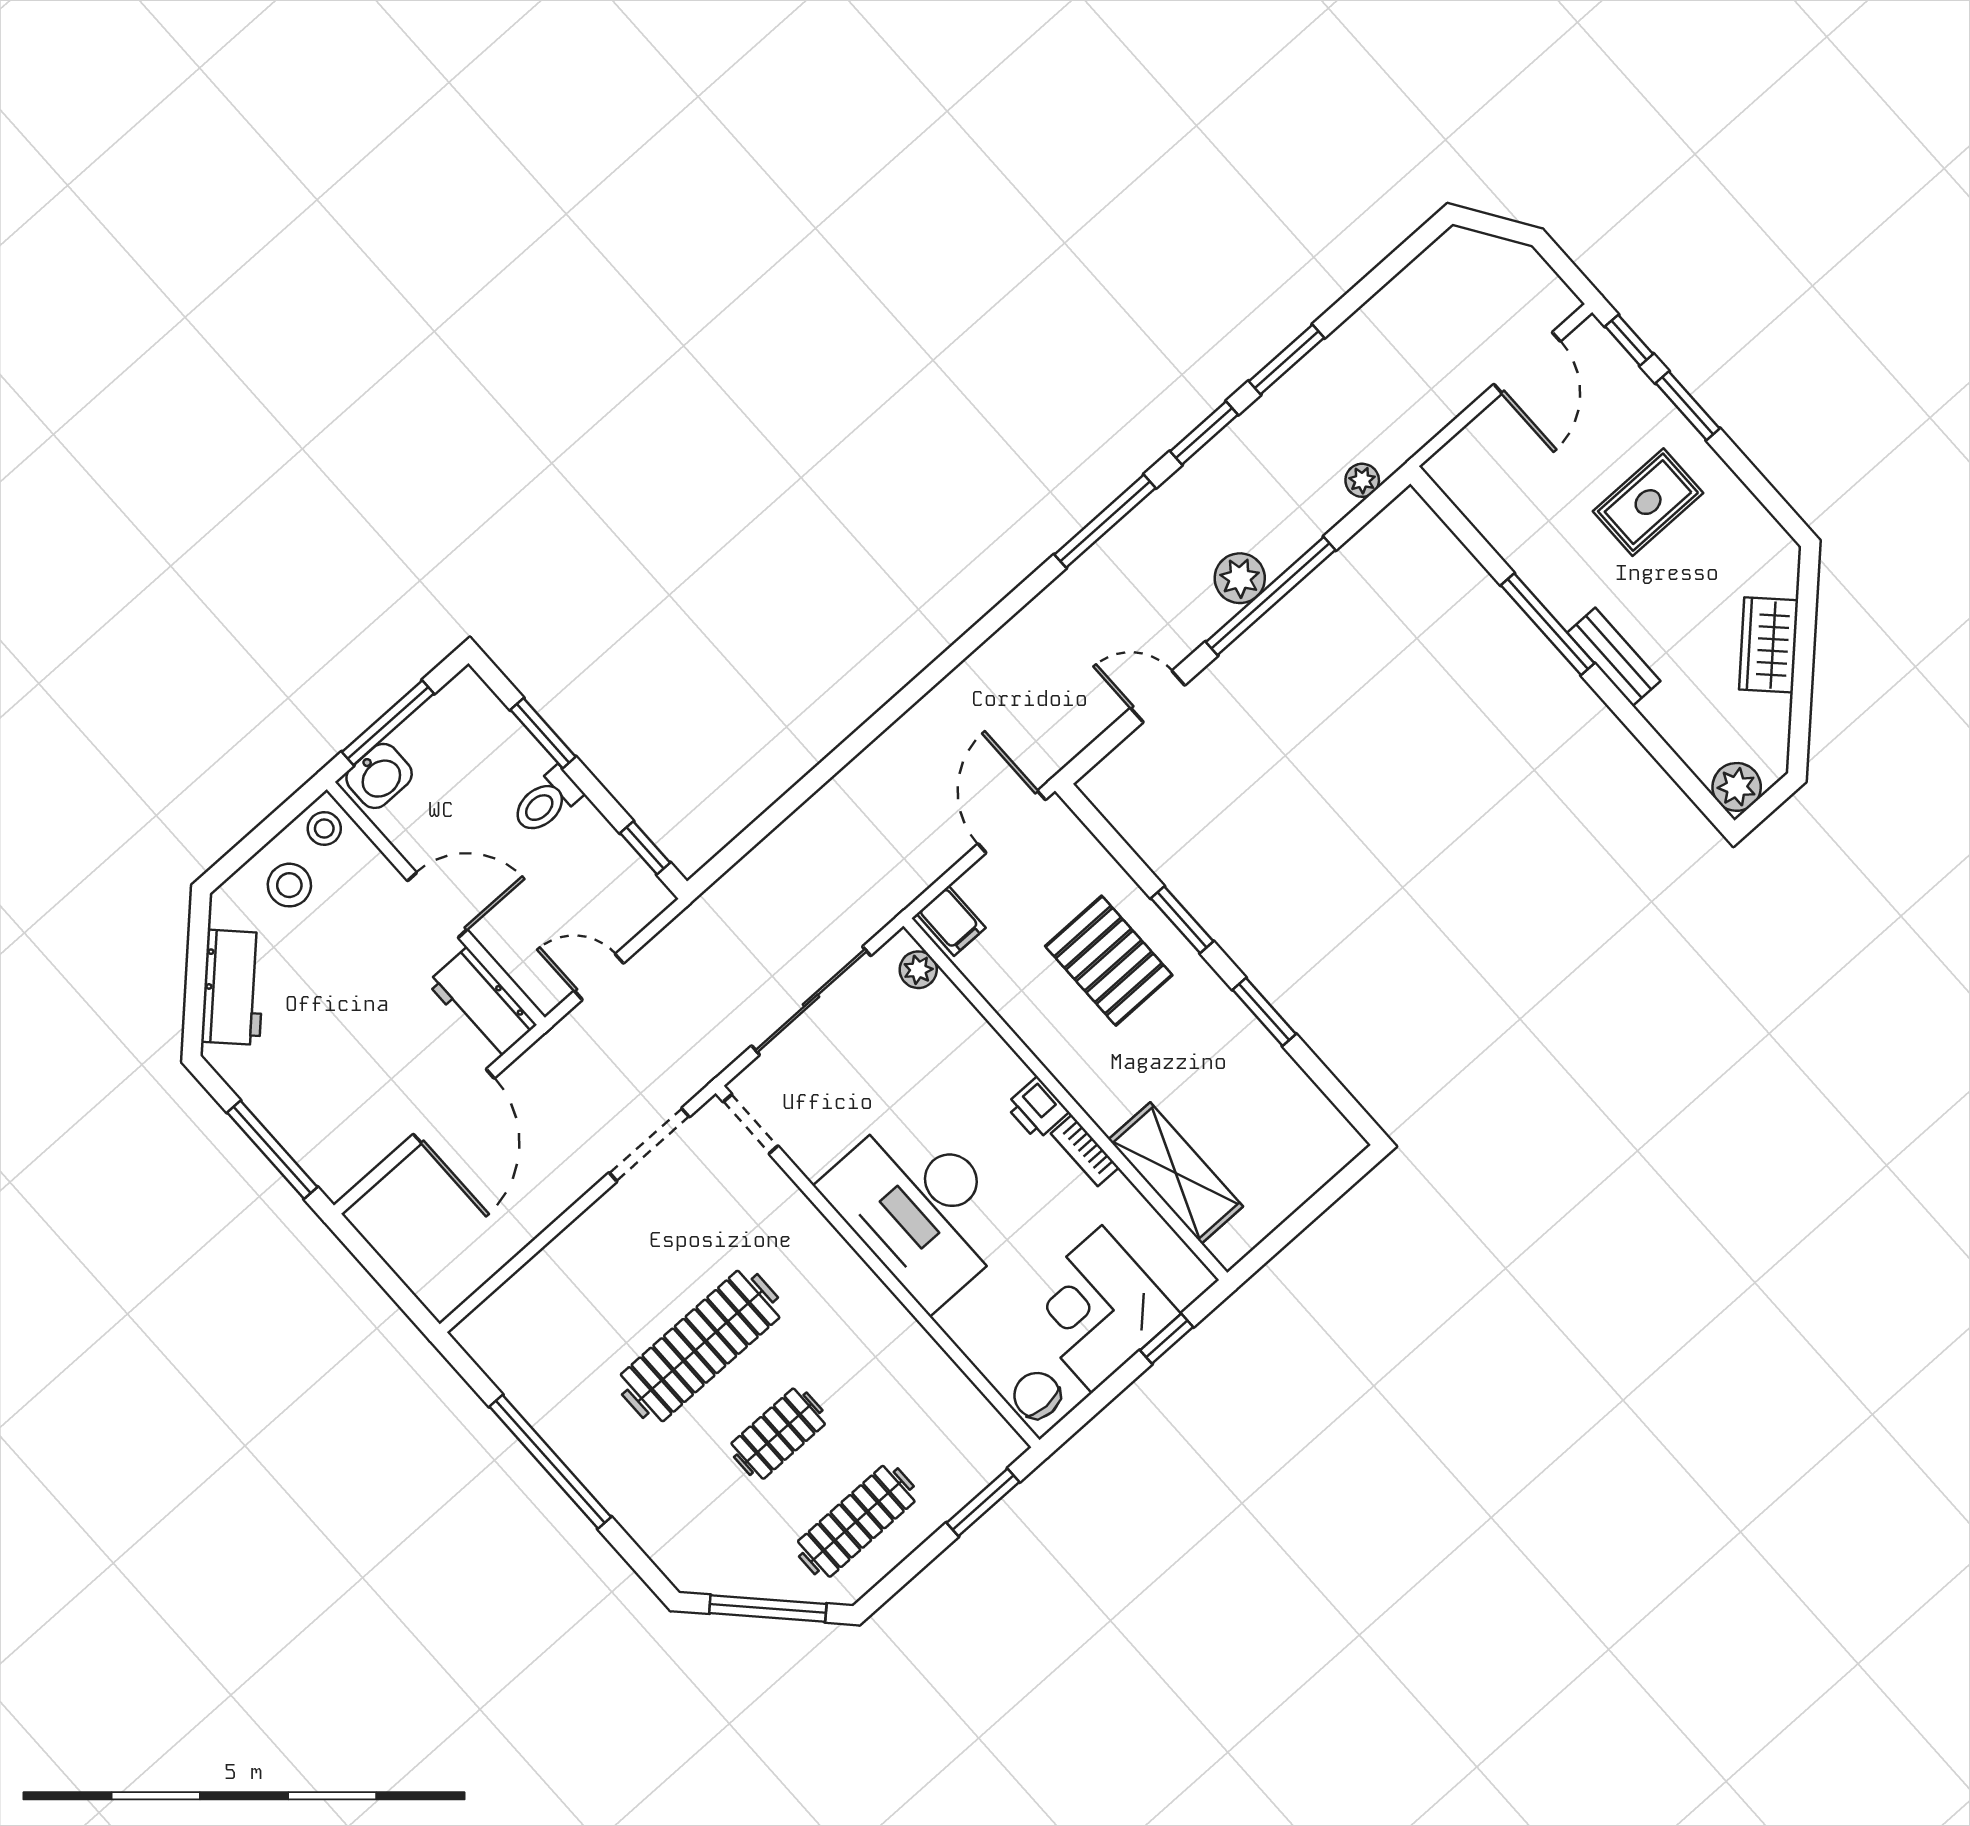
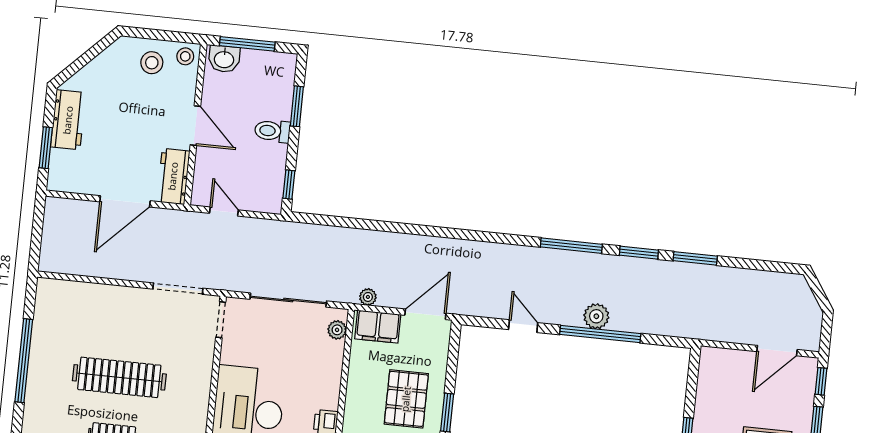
plant: (1362, 480) -> (368, 297), moved
filing cabinet: (951, 921) -> (378, 327), width x2.00
workbench: (233, 987) -> (68, 120), moved, turned -45
window: (272, 1150) -> (46, 148), width x0.69

